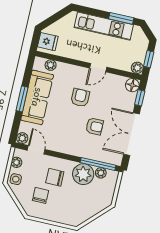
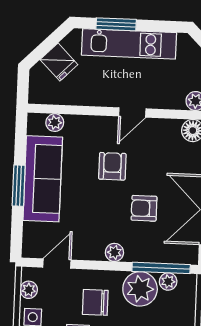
window: (121, 18) -> (116, 24), moved
fridge: (48, 42) -> (59, 62), moved, turned 45
armchair: (95, 126) -> (144, 208), turned 180
plant: (22, 138) -> (114, 252), moved
door: (36, 150) -> (57, 264), hinge flipped

